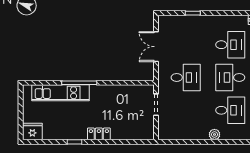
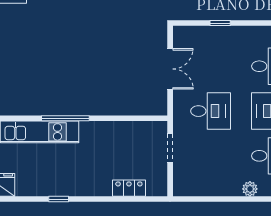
double door: (156, 47) -> (170, 69), swing flipped
locker: (99, 134) -> (129, 188), moved

